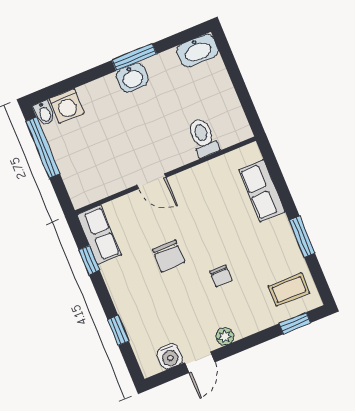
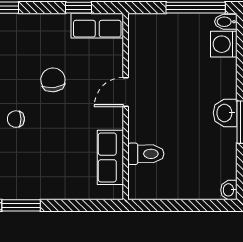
washbasin: (197, 50) -> (229, 190), width x0.52, depth x0.69
row of seats: (262, 191) -> (110, 157), moved, turned -90
chair: (169, 256) -> (53, 80), turned 84

